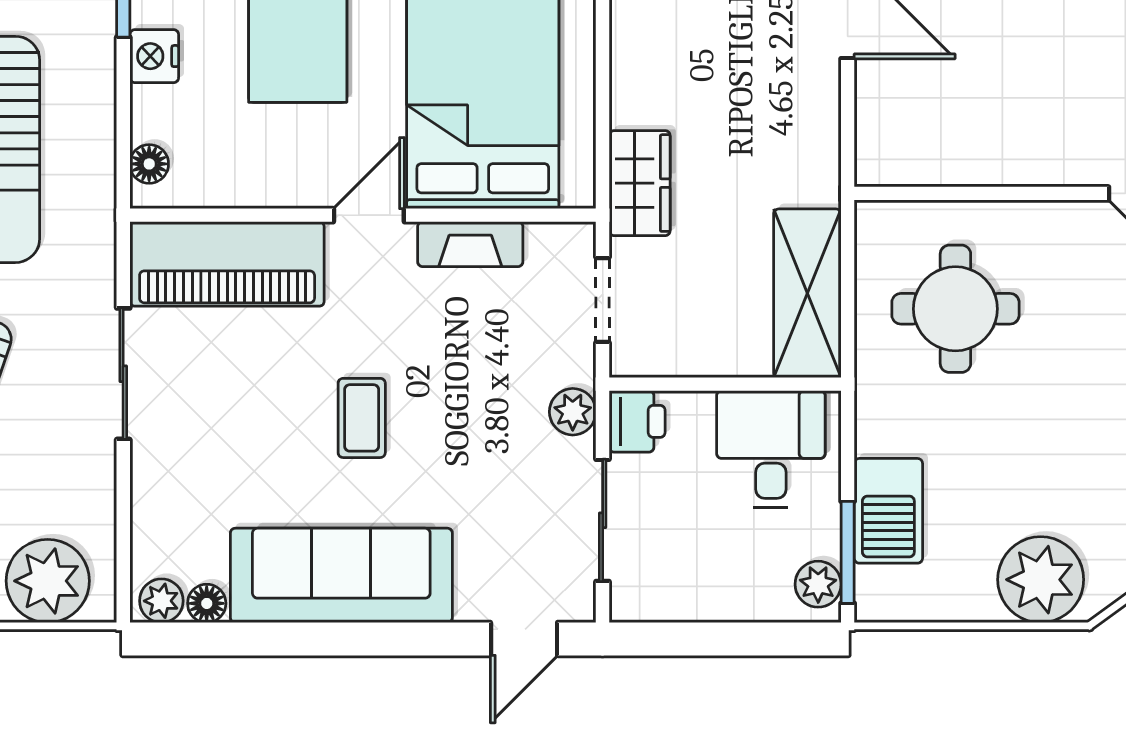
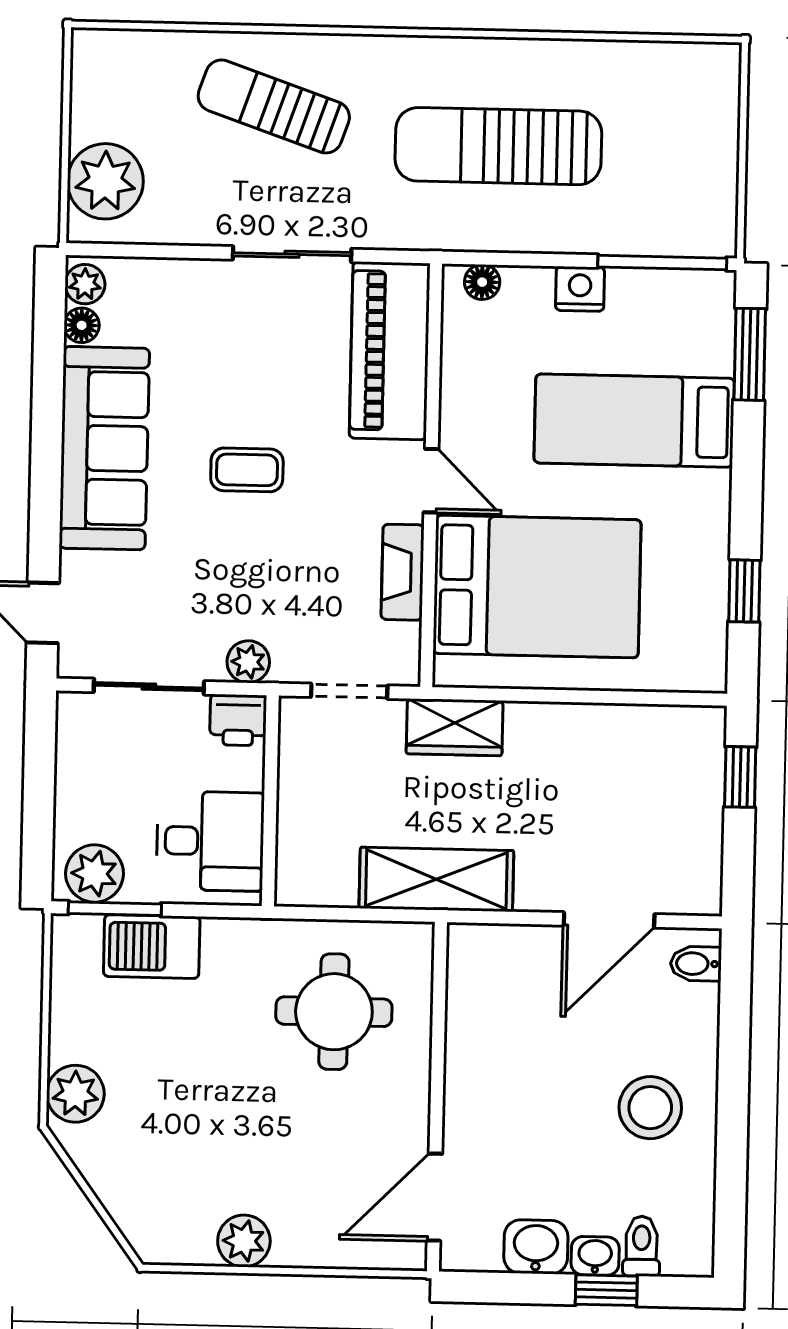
shelving: (807, 293) -> (436, 879), moved
plant: (1041, 580) -> (75, 1094), width x0.73, depth x0.73
plant: (818, 584) -> (95, 873), width x1.38, depth x1.38

